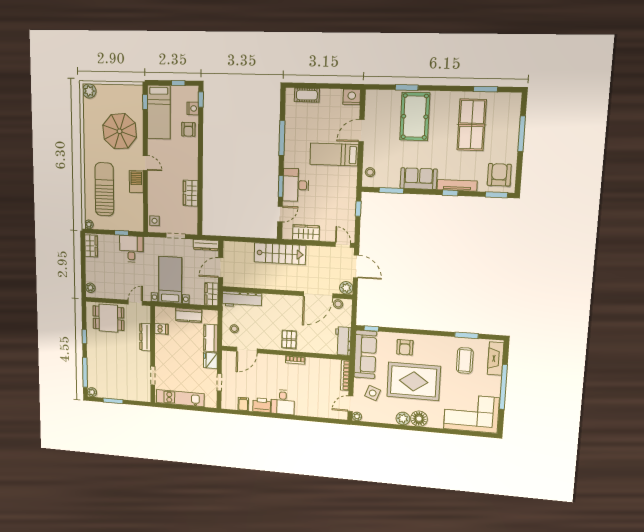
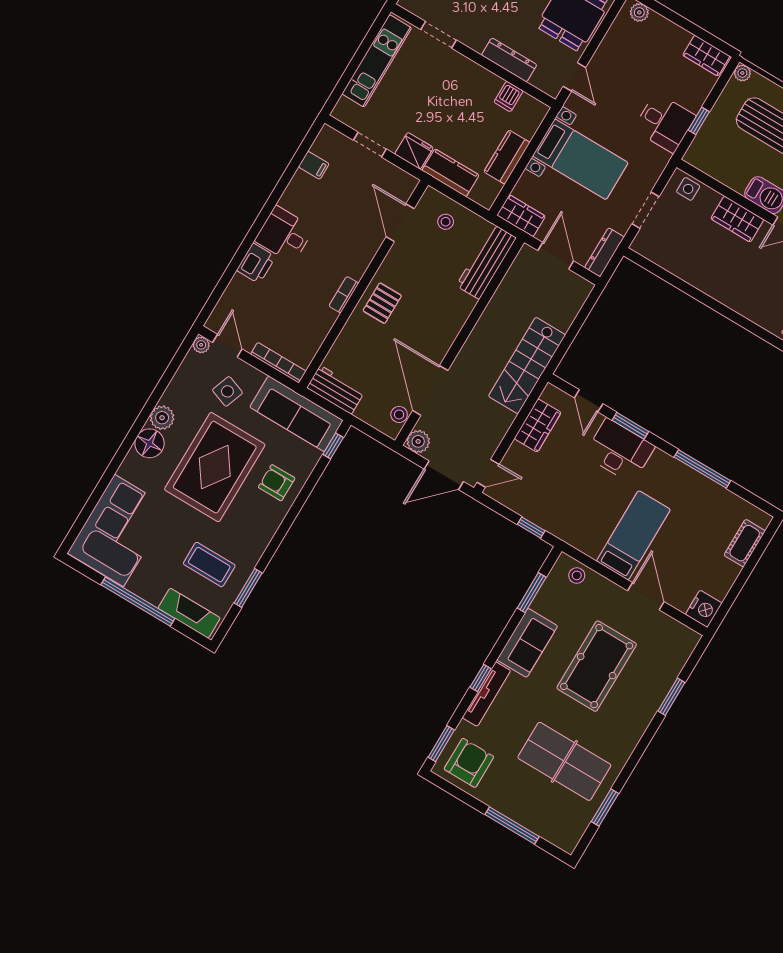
pool table: (415, 117) -> (597, 666), moved, turned 90
armchair: (499, 175) -> (469, 763), turned -90
wardrobe: (191, 193) -> (737, 219), moved, turned 180
pallet: (289, 339) -> (382, 303), turned 90
printer: (262, 405) -> (256, 263), moved

